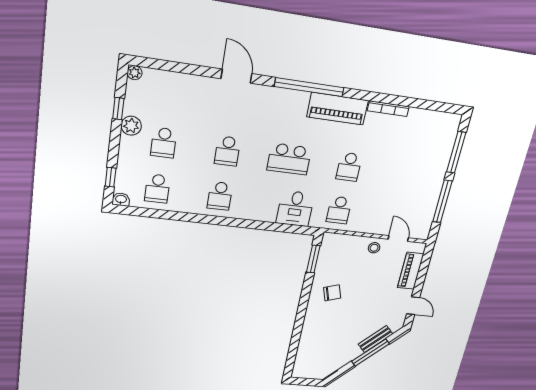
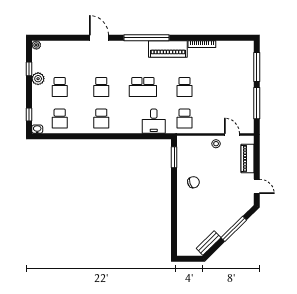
bench: (375, 339) -> (209, 243), moved

